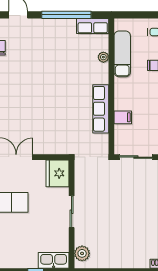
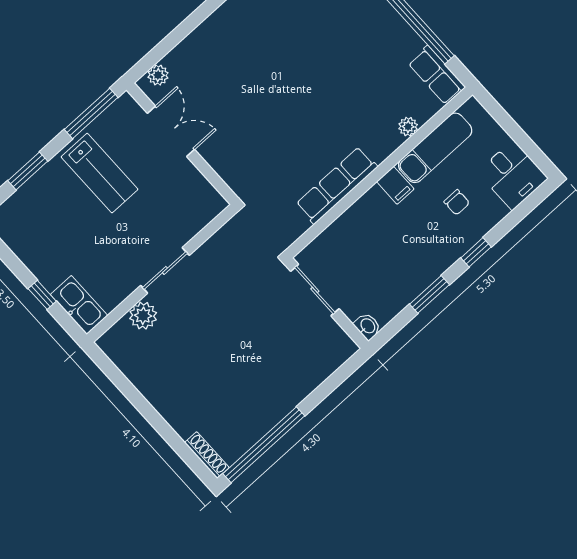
filing cabinet: (123, 117) -> (395, 185), moved
fridge: (57, 173) -> (199, 205), removed
plant: (82, 253) -> (143, 316), moved

